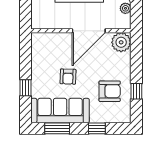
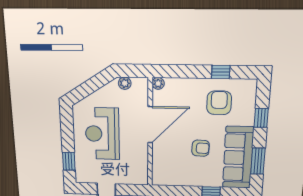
door: (89, 31) -> (150, 125), hinge flipped
plant: (121, 42) -> (158, 83), width x0.53, depth x0.53

